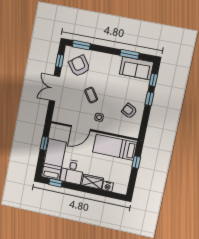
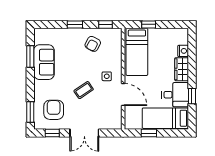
armchair: (79, 66) -> (54, 110), turned 126
sofa: (136, 68) -> (44, 62), moved
window: (153, 80) -> (106, 24), moved
window: (55, 183) -> (192, 96), moved

